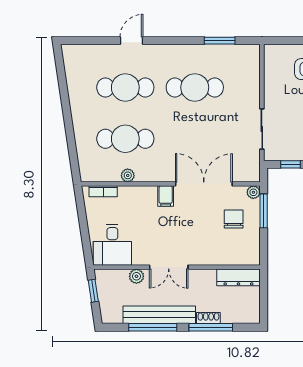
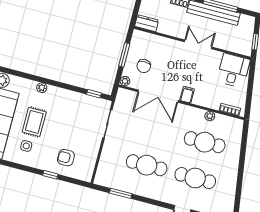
window: (264, 211) -> (124, 55), moved
plant: (136, 276) -> (222, 44), removed
dresser: (238, 277) -> (147, 23), width x0.70

